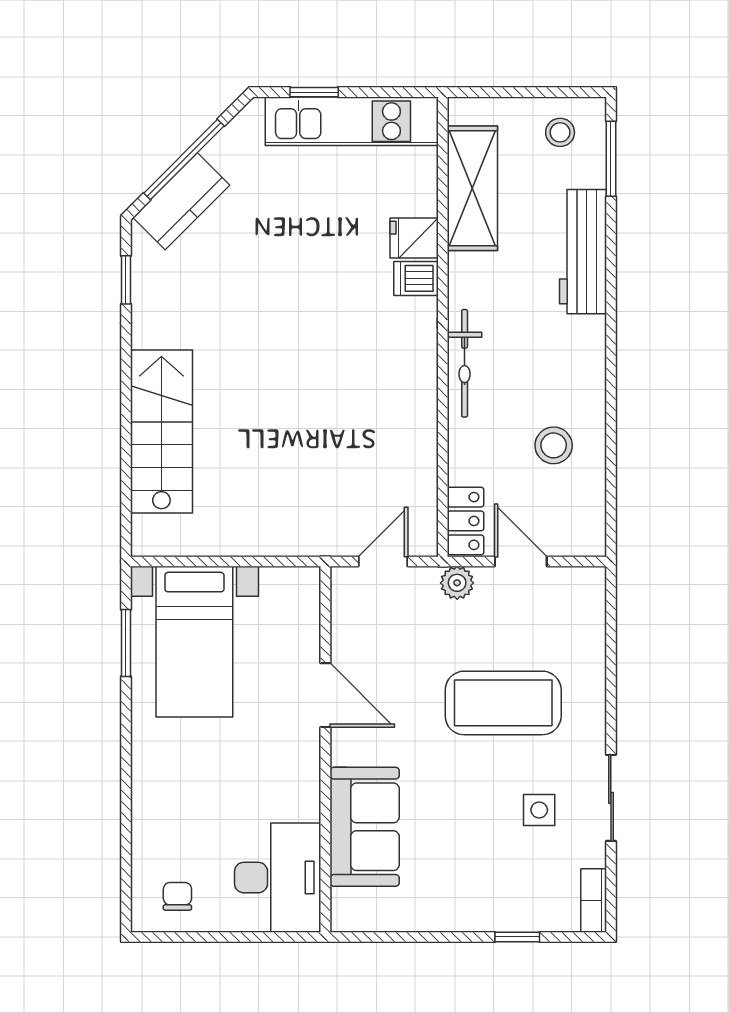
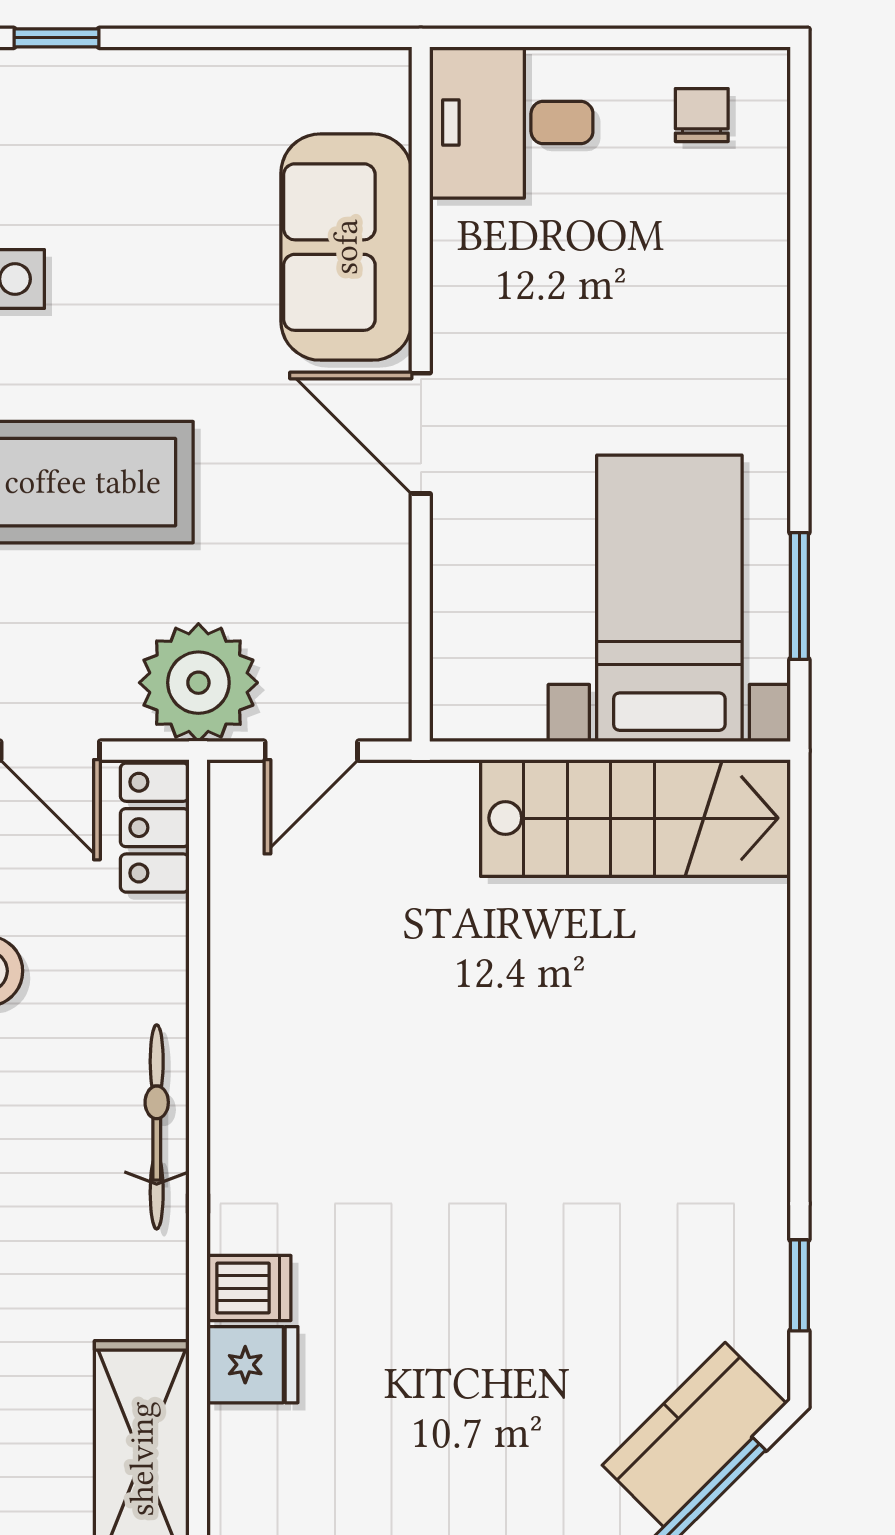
stairs: (161, 432) -> (636, 818), moved, turned -90
plant: (457, 583) -> (198, 683), width x1.88, depth x1.88
door: (325, 695) -> (421, 433), moved
desk: (278, 878) -> (511, 123), width x0.73
chair: (177, 896) -> (702, 115), turned 180

